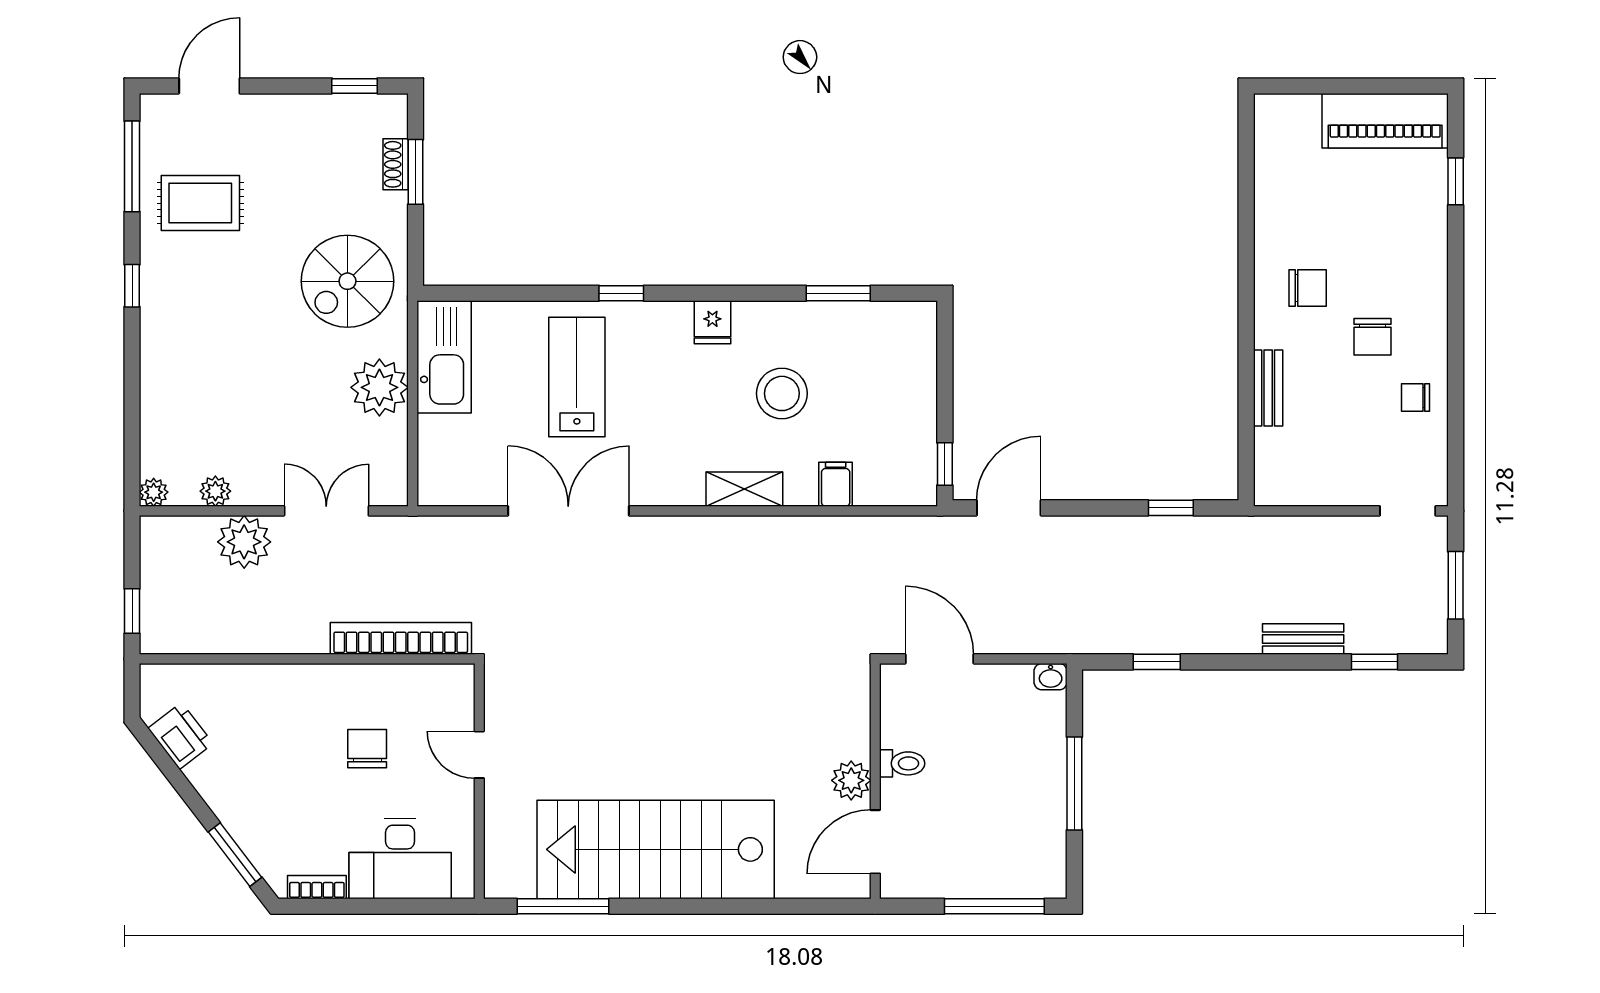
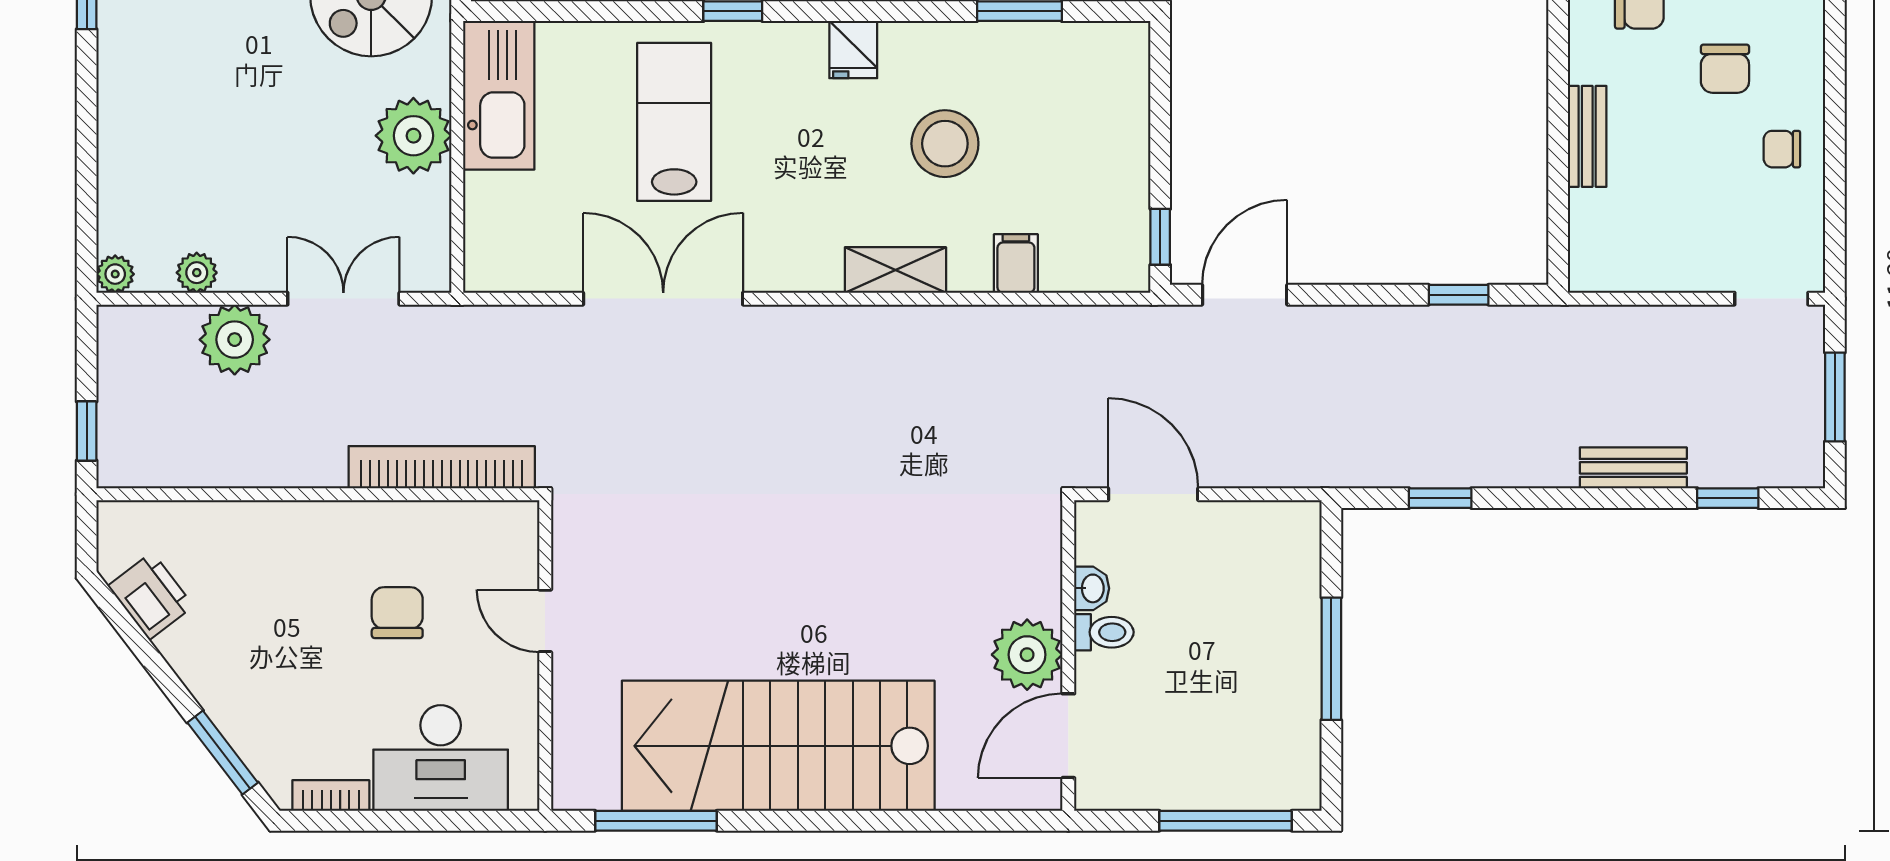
washbasin: (1051, 677) -> (1092, 588), moved, turned -90
plant: (851, 780) -> (1027, 655), width x1.36, depth x1.36

